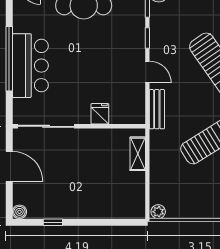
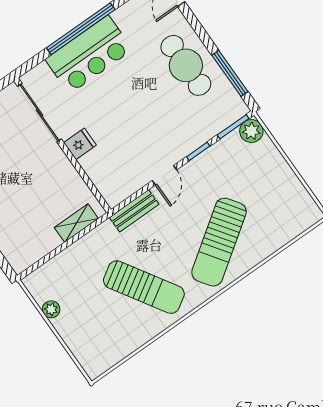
fridge: (100, 114) -> (80, 144), moved
plant: (158, 212) -> (51, 309), moved

